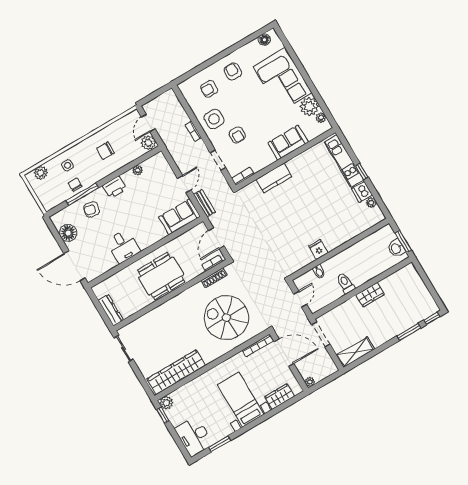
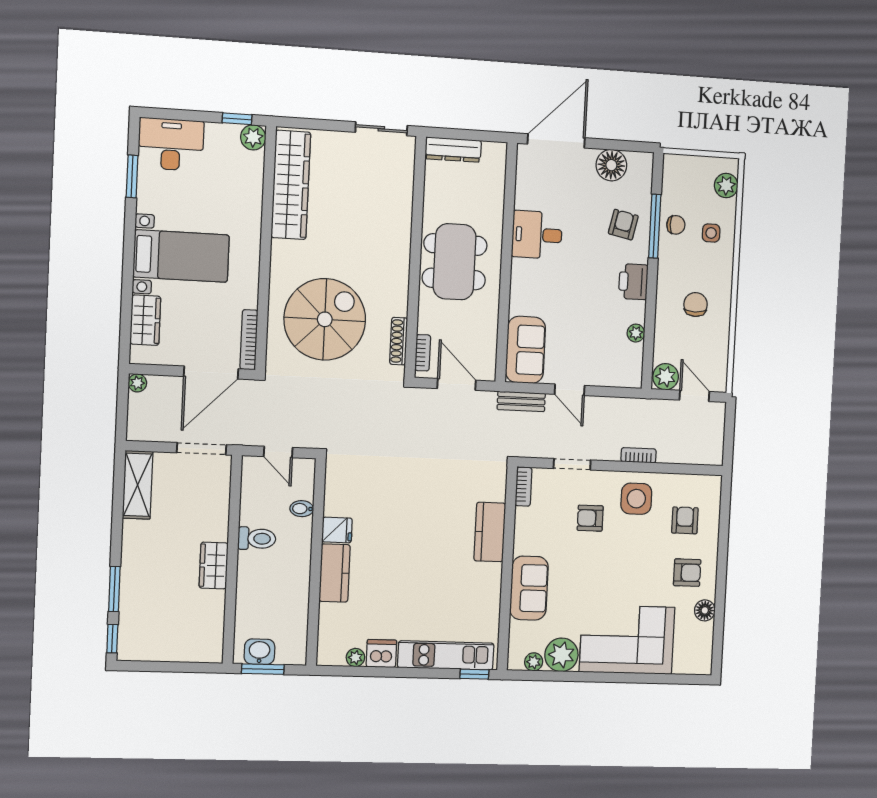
floor lamp: (264, 40) -> (705, 610), moved
window: (362, 171) -> (474, 674), moved
kitchen counter: (339, 238) -> (335, 573), added

